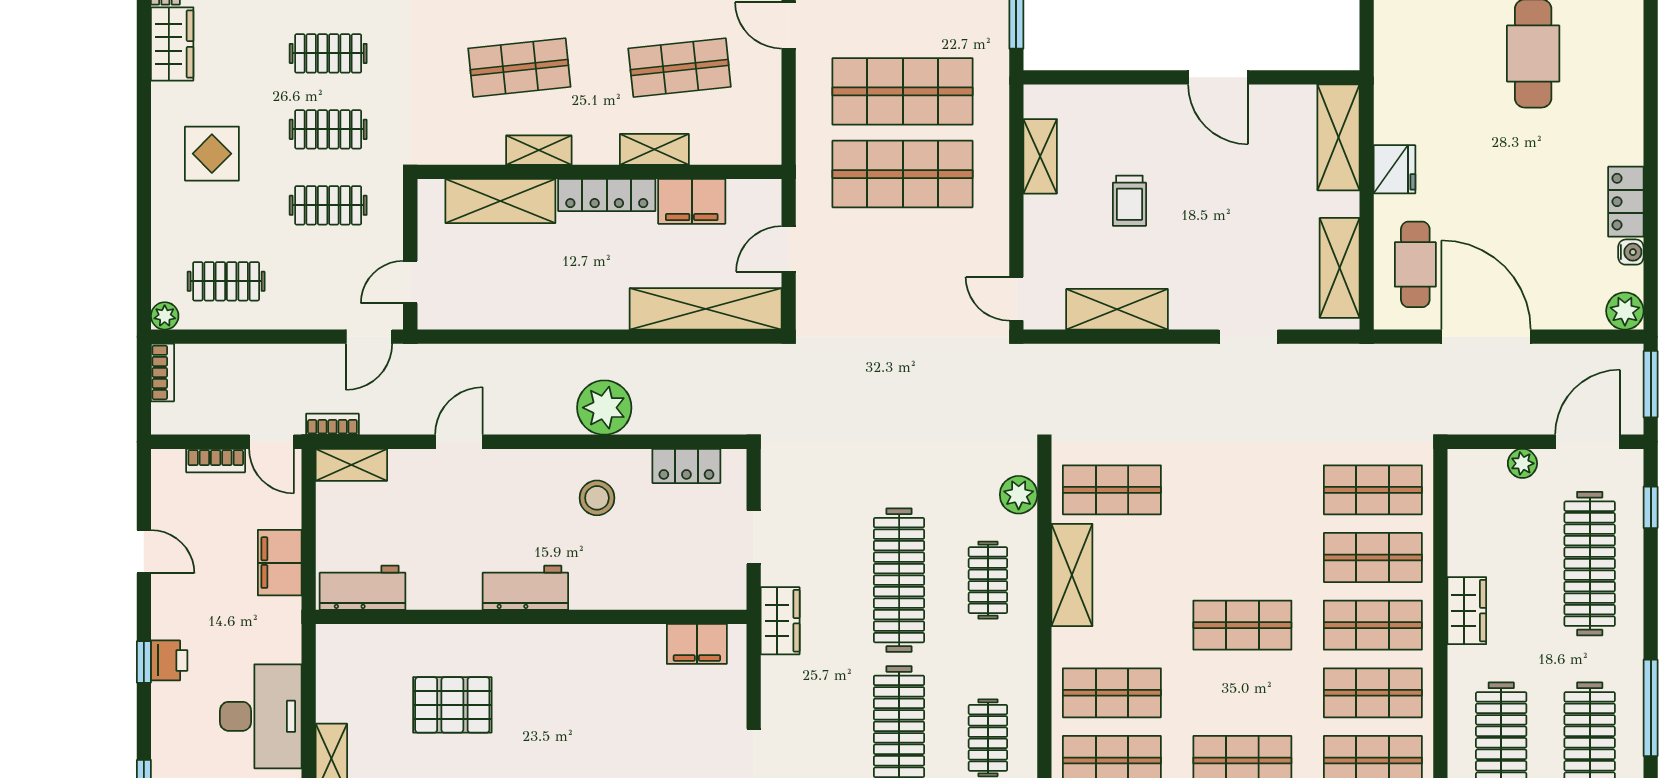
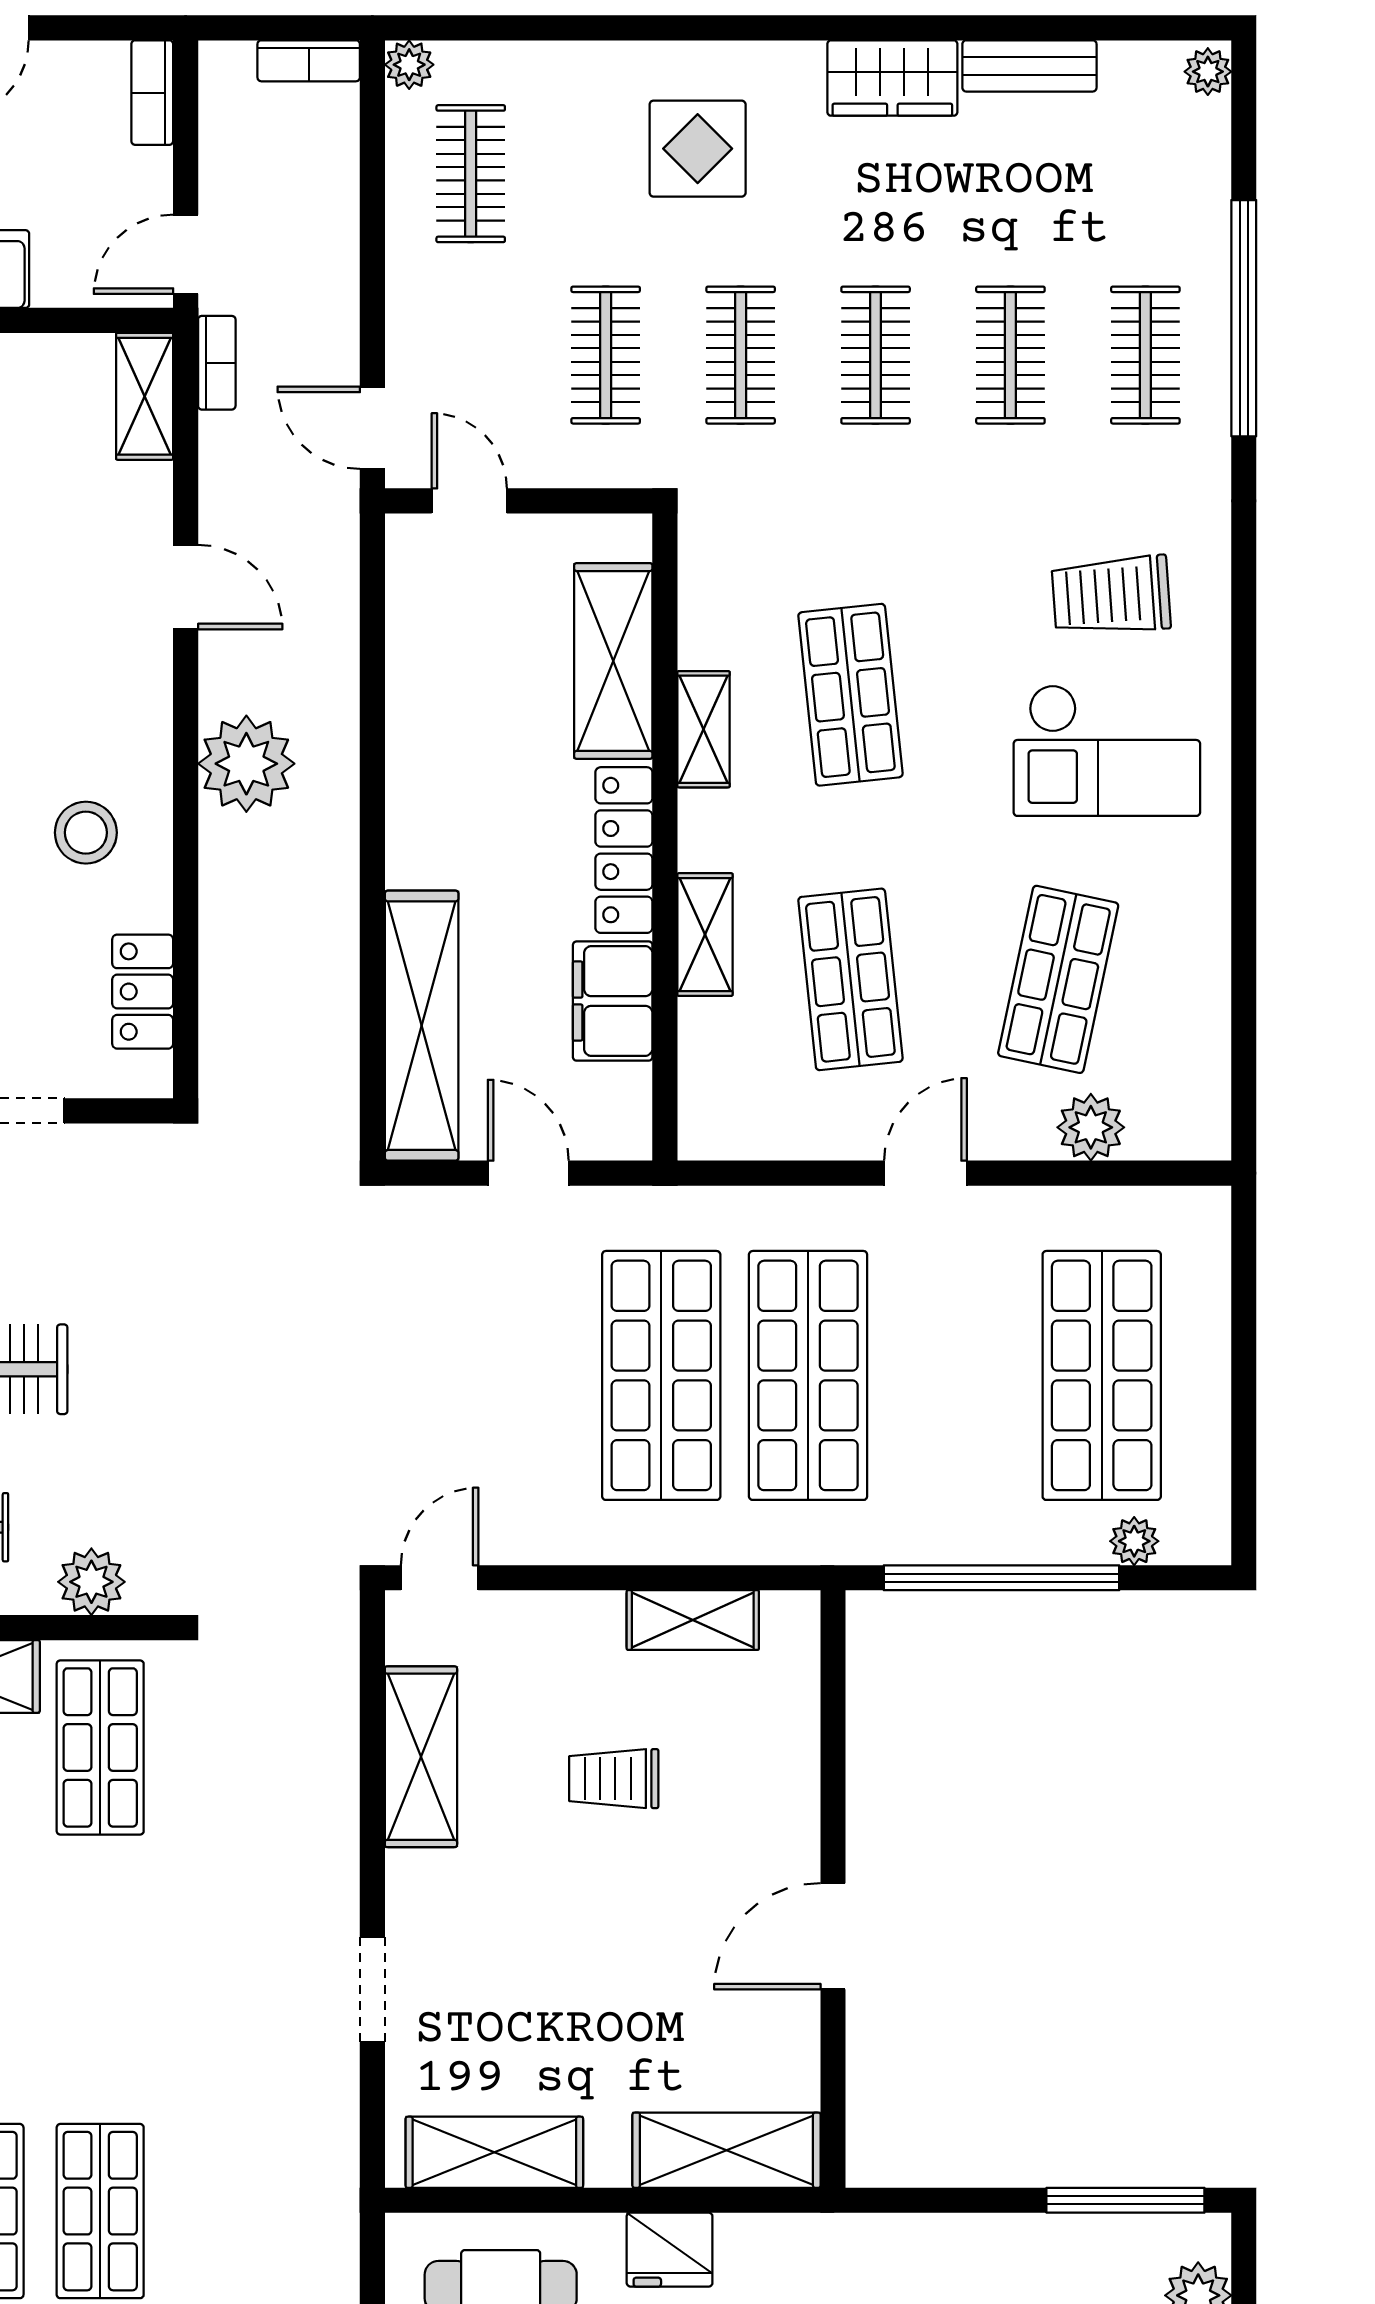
plant: (604, 408) -> (246, 764), moved
bookcase: (216, 461) -> (152, 93), moved

